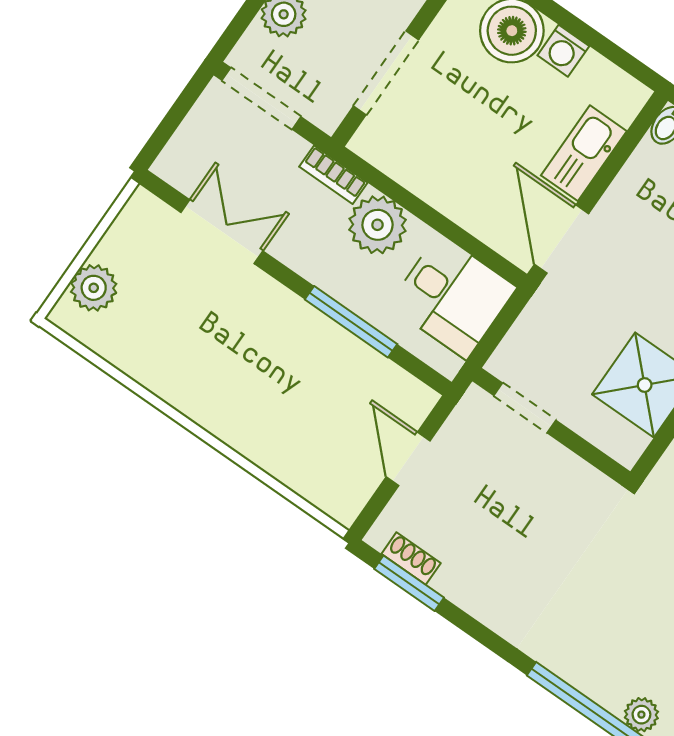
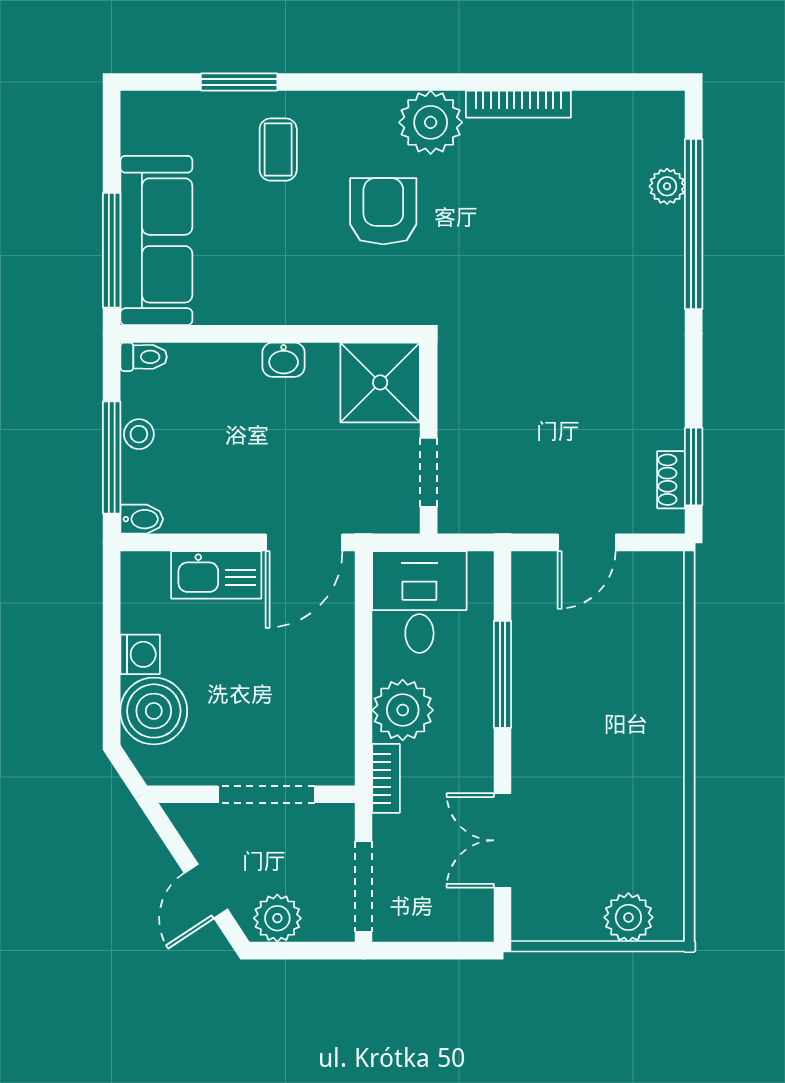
doorway: (525, 408) -> (429, 472), moved
wall: (551, 426) -> (429, 438), moved

